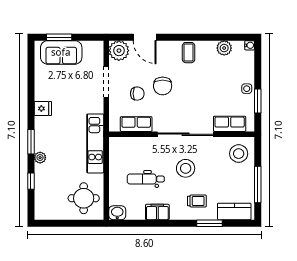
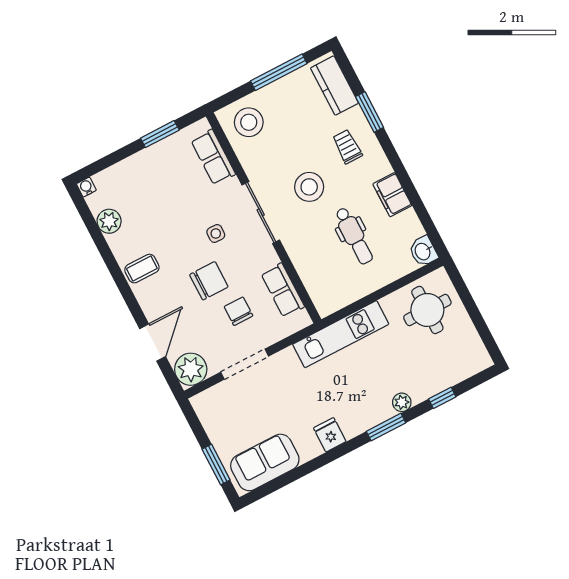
sofa: (61, 52) -> (265, 462), moved, turned -90
side table: (247, 89) -> (216, 233), moved
sliding door: (185, 134) -> (261, 212), width x0.73

